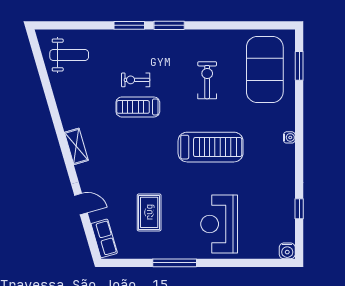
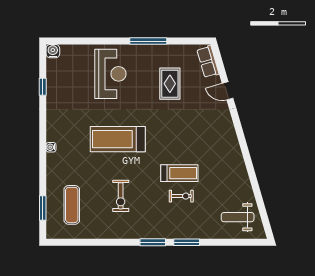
exercise mat: (265, 69) -> (72, 205), width x0.50, depth x0.69
shelving: (76, 146) -> (232, 140), removed

